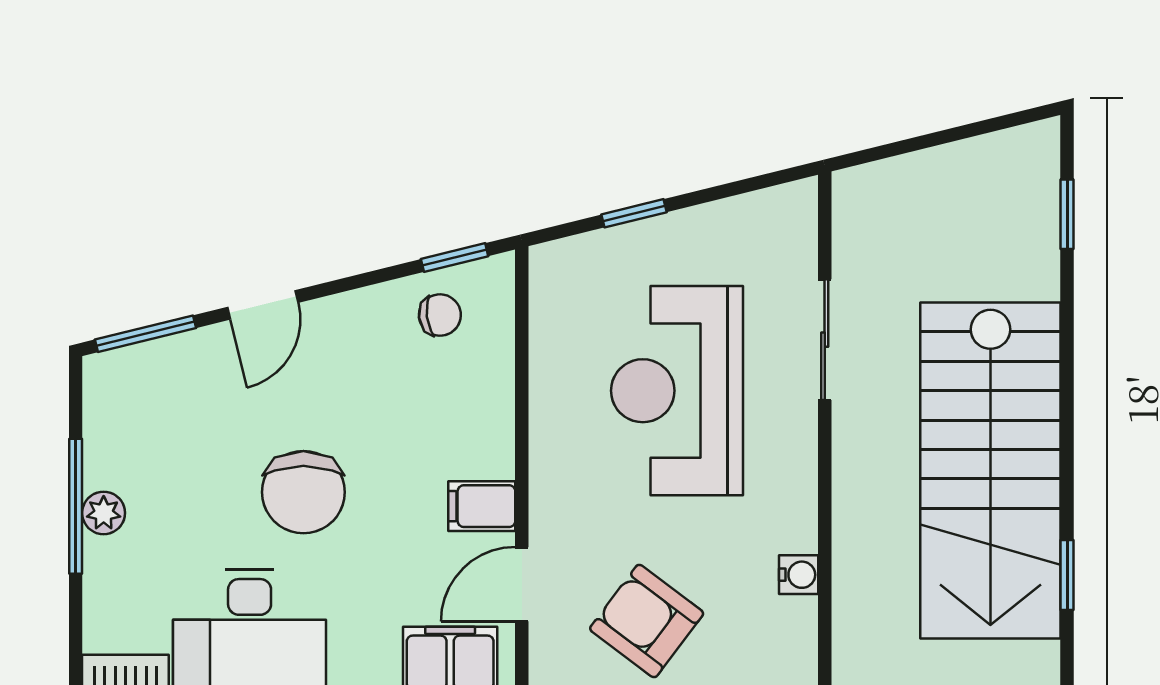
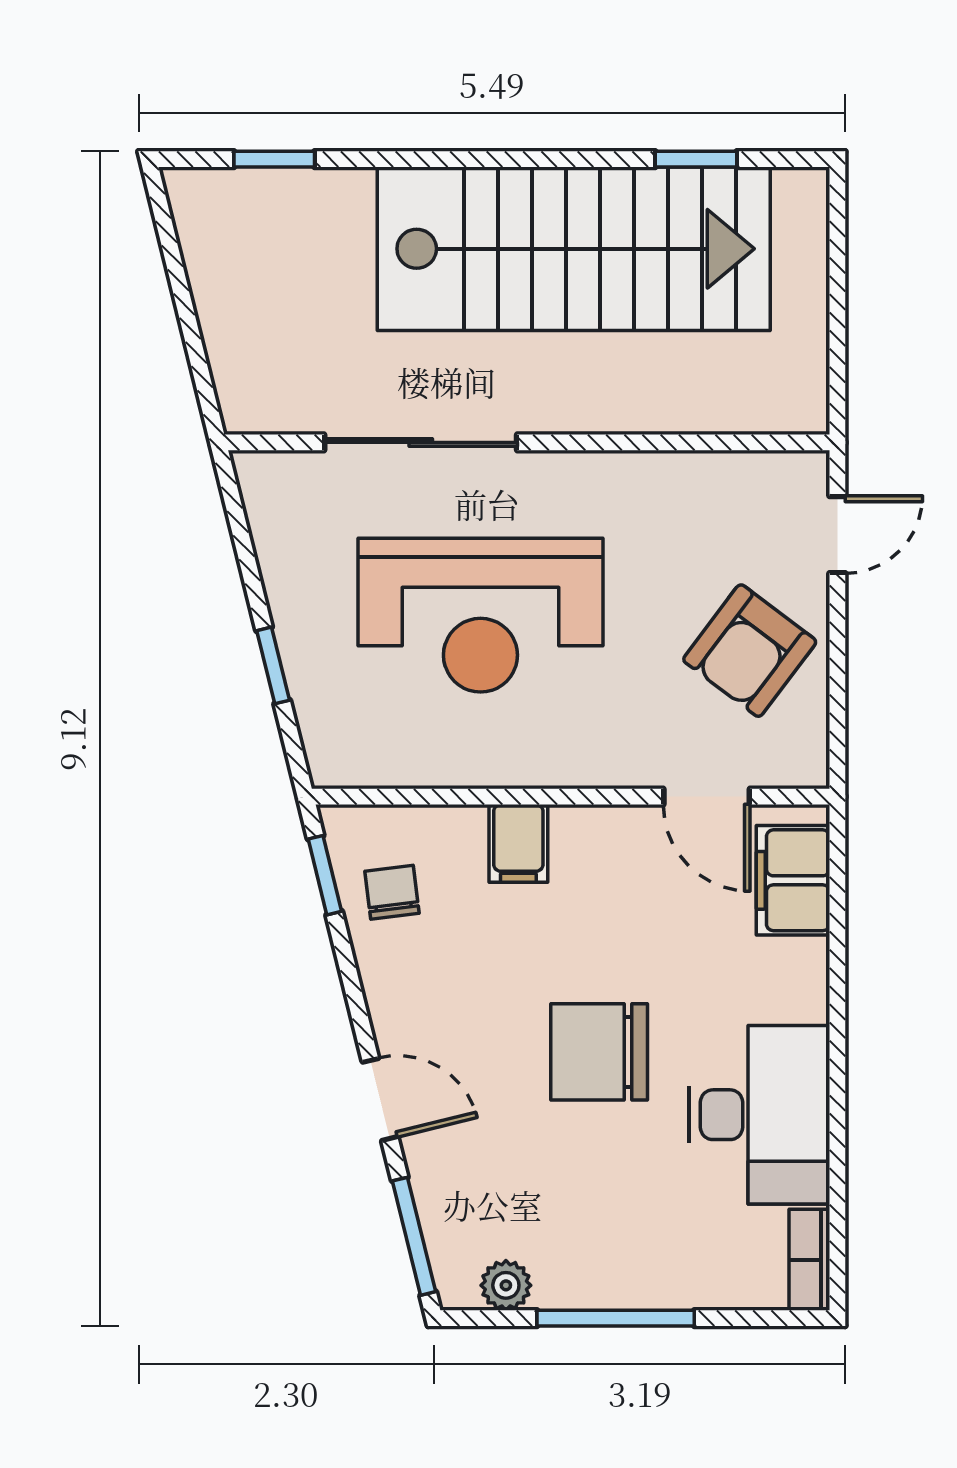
sliding door: (825, 340) -> (421, 442), width x1.37
chair: (303, 492) -> (599, 1052), turned 180
filing cabinet: (482, 506) -> (518, 843), moved
plant: (104, 513) -> (506, 1285), moved
water cooler: (799, 575) -> (696, 473), removed

